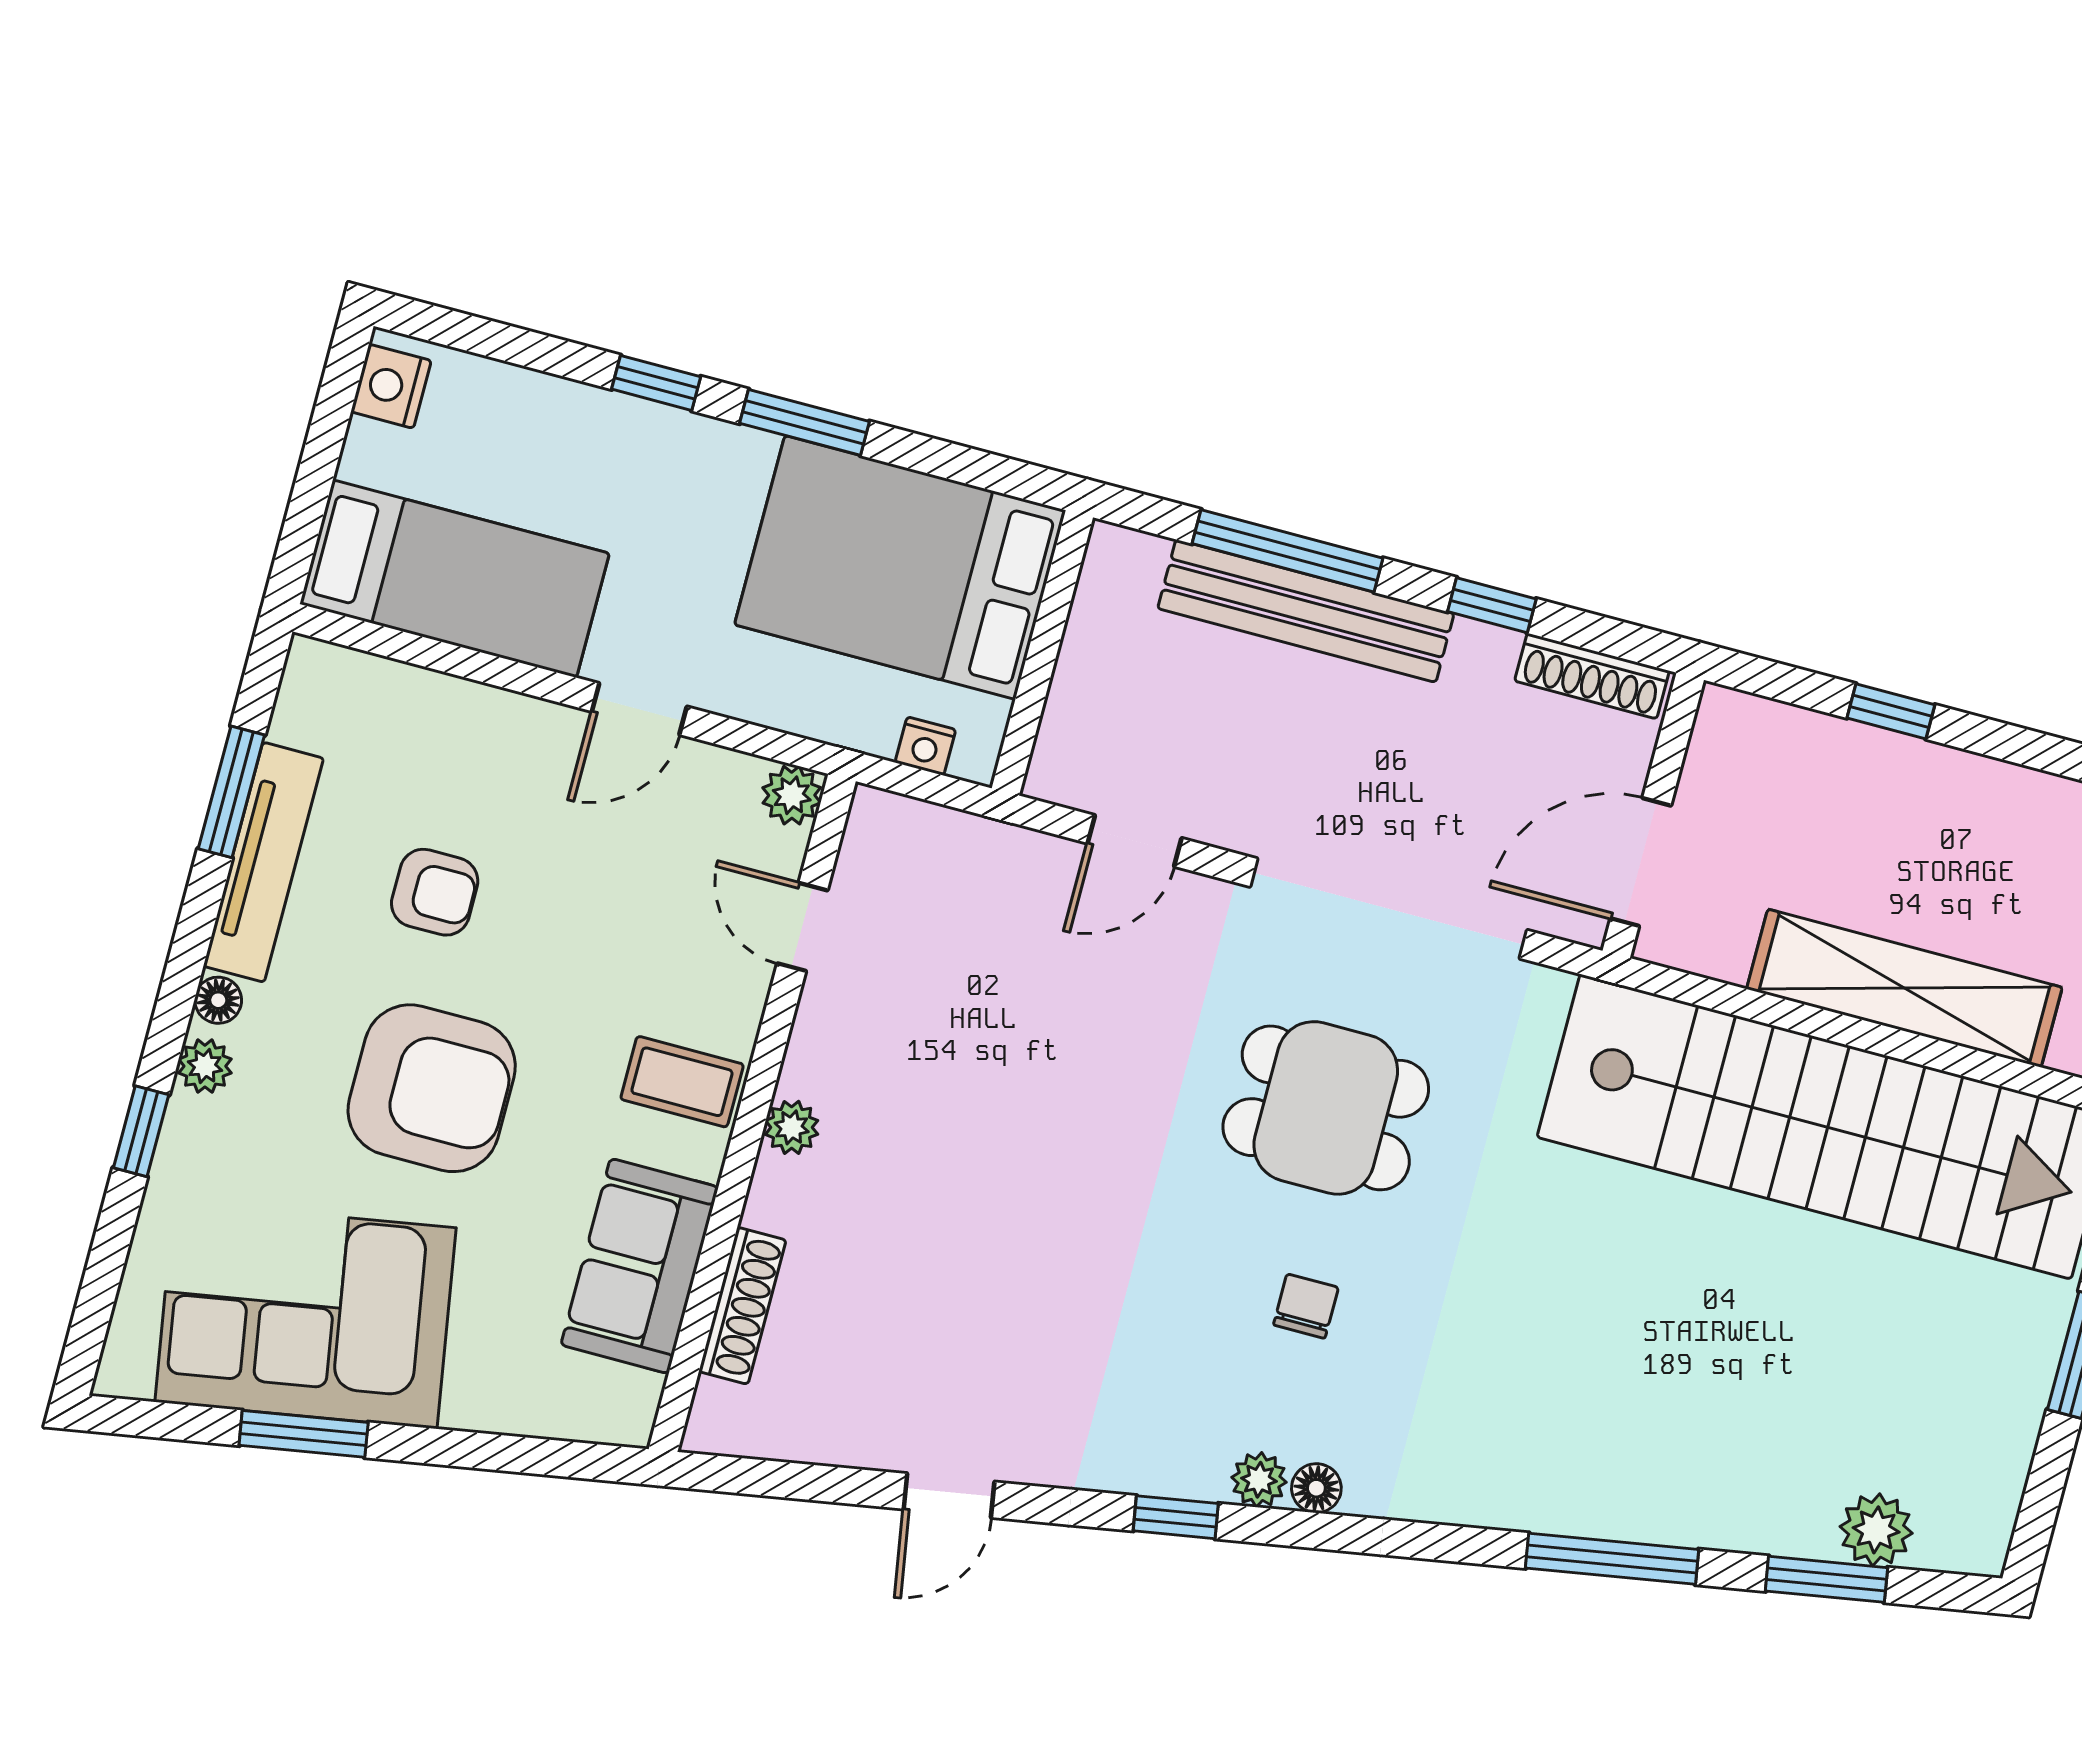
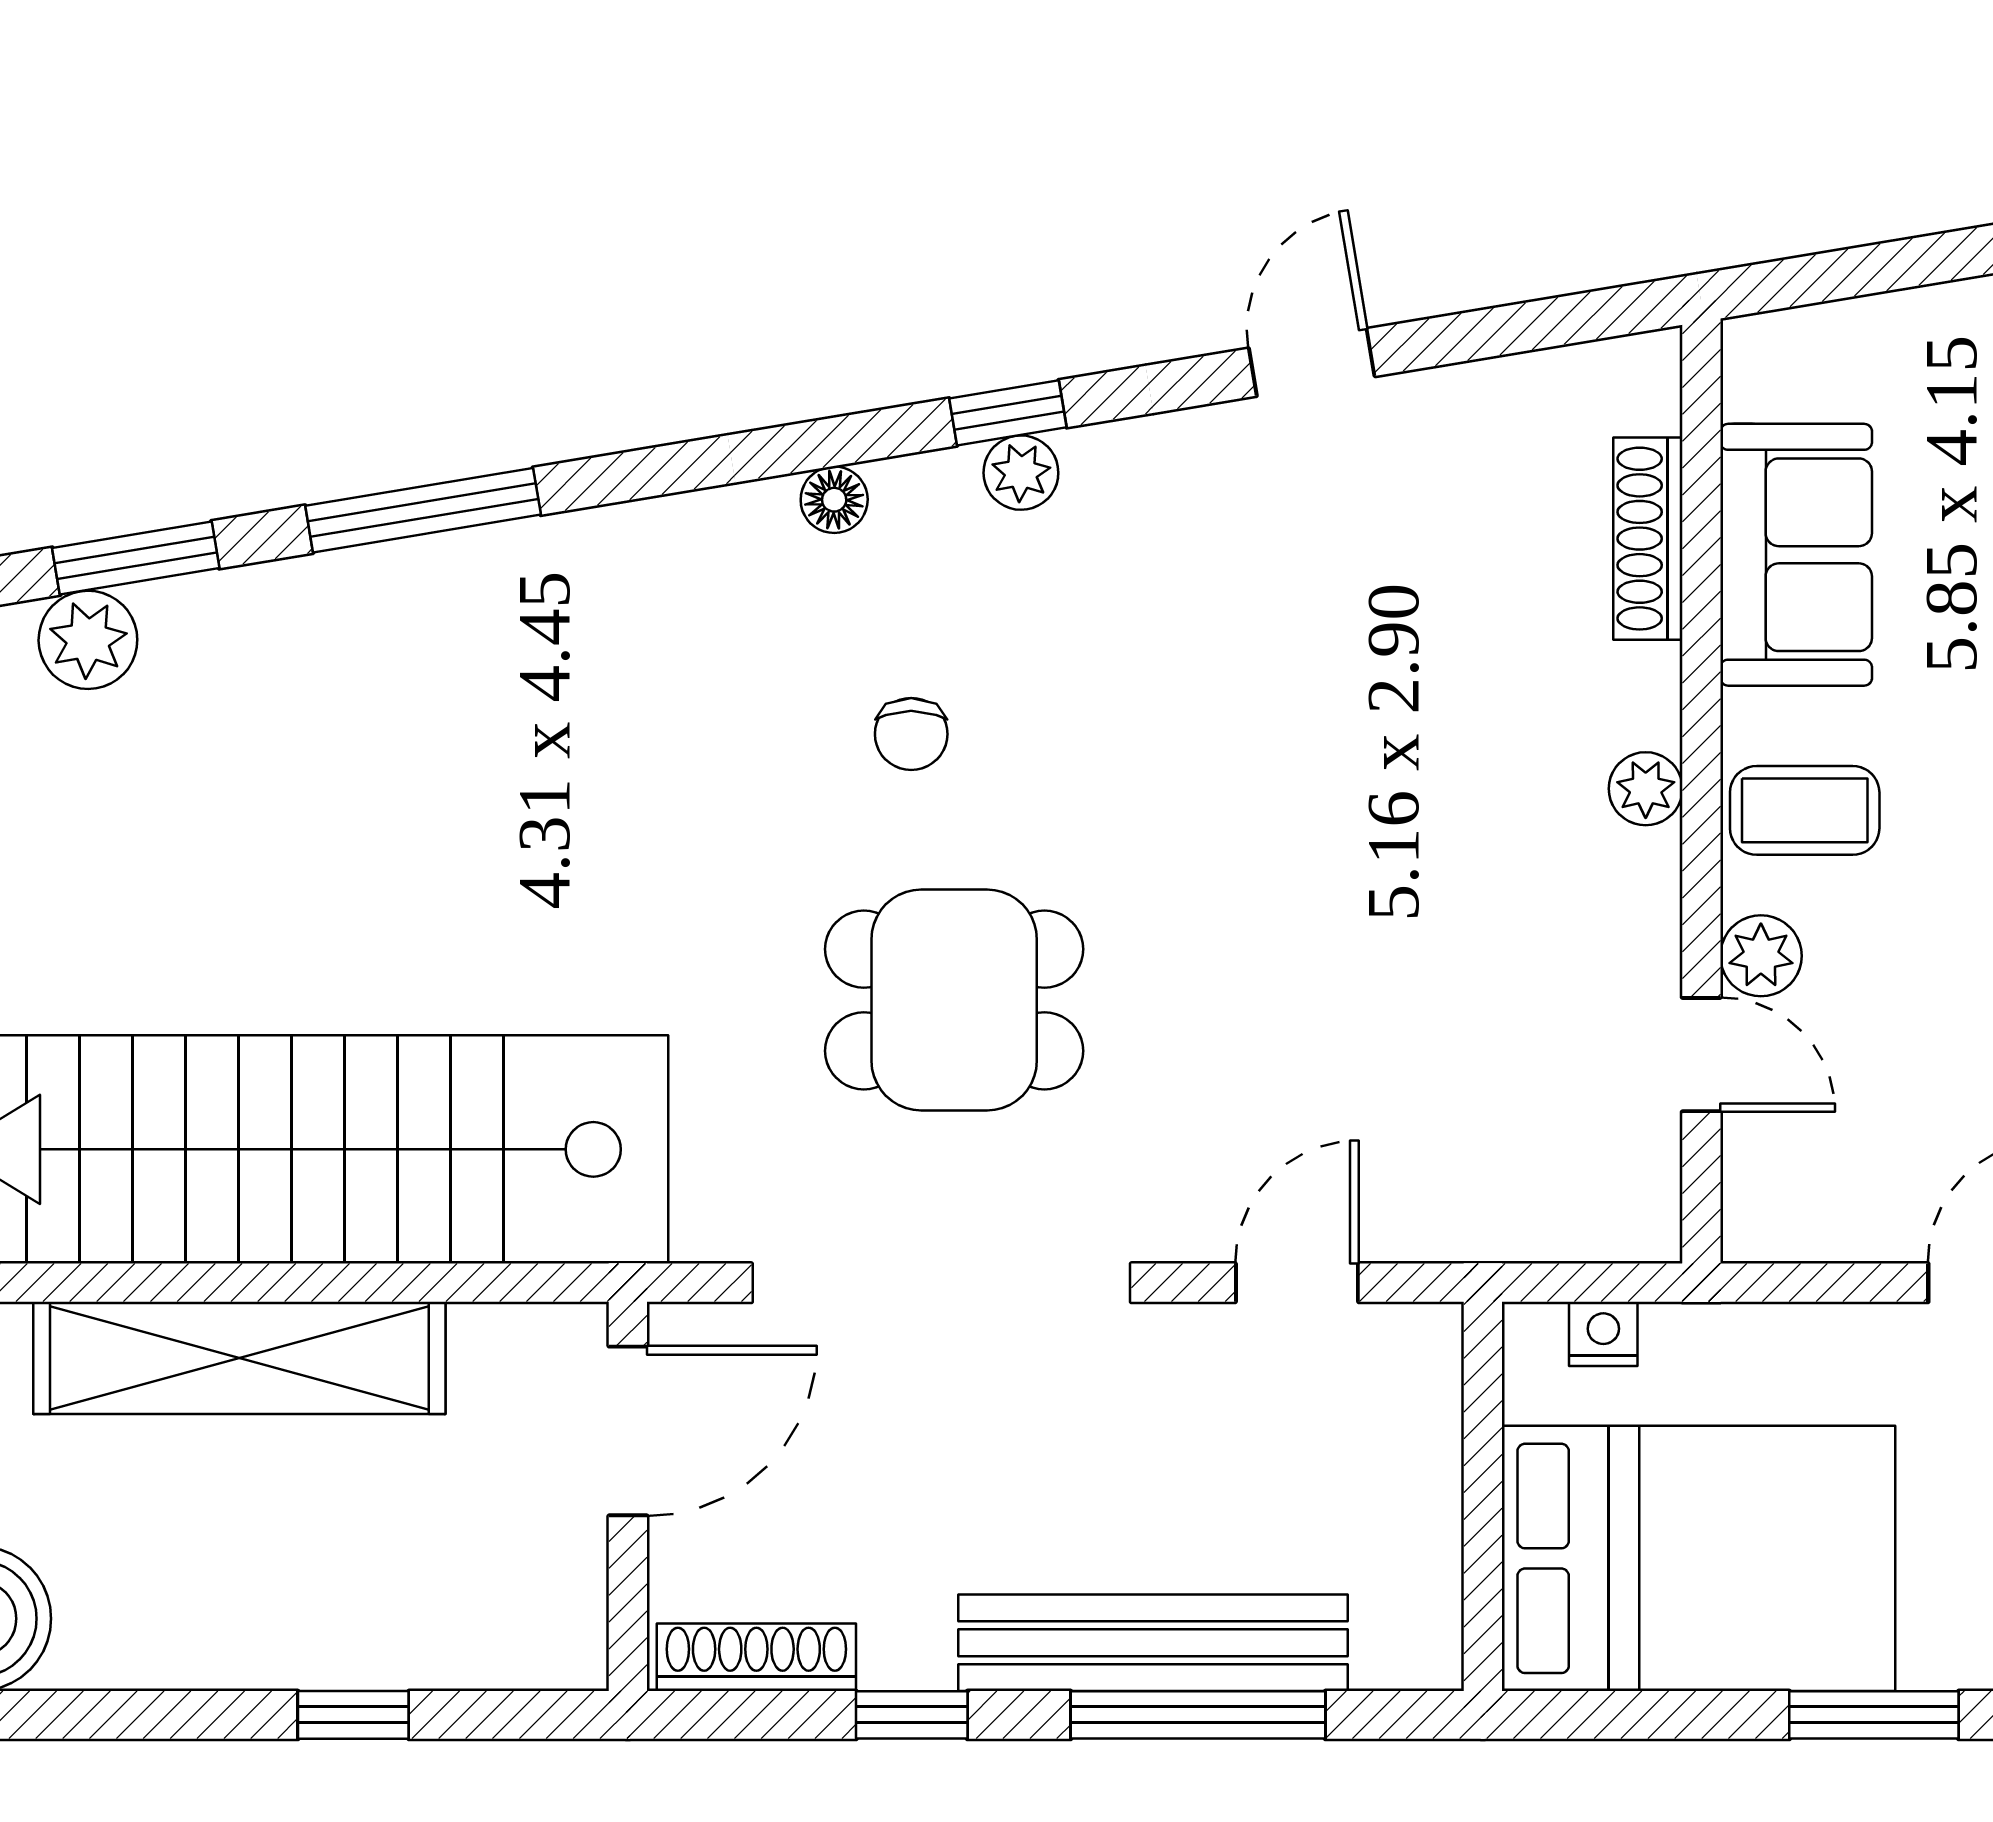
plant: (792, 795) -> (1761, 956), moved
plant: (1259, 1480) -> (1021, 473), moved

